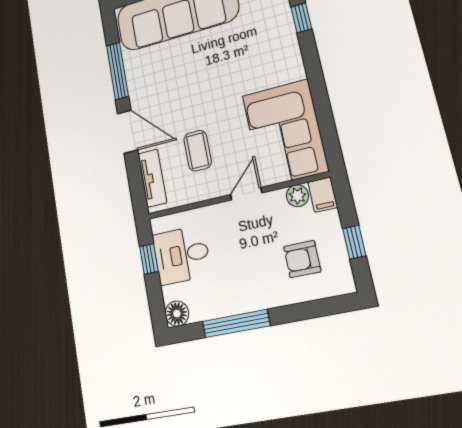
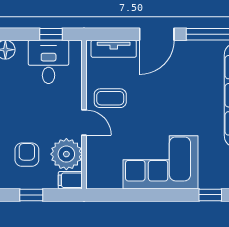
corner sofa: (285, 133) -> (160, 162), moved
coffee table: (198, 151) -> (110, 98), moved
plant: (297, 196) -> (66, 154), width x1.88, depth x1.88

